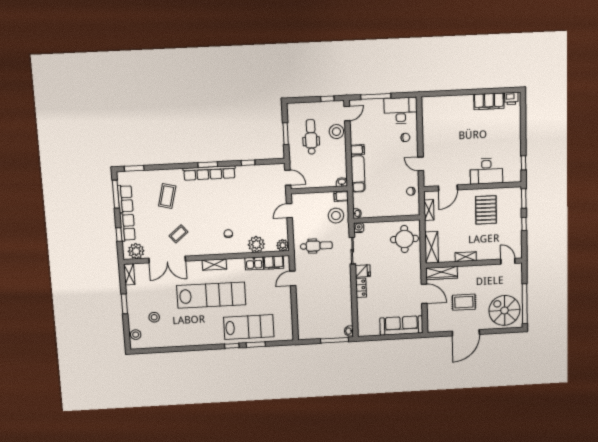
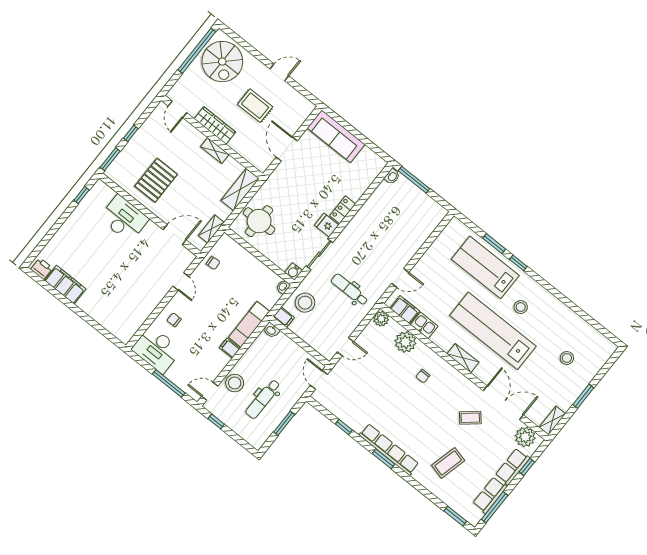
wardrobe: (441, 273) -> (215, 125), moved
door: (466, 333) -> (279, 72), width x0.53
stool: (136, 335) -> (521, 307), moved

